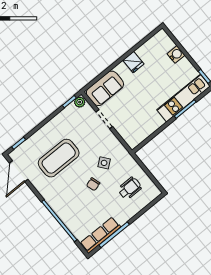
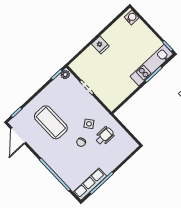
water cooler: (176, 54) -> (132, 17), moved
fridge: (133, 62) -> (100, 45), moved
sofa: (105, 88) -> (85, 62), removed
coffee table: (59, 158) -> (51, 122), turned 90
wheelchair: (130, 188) -> (105, 136), moved

